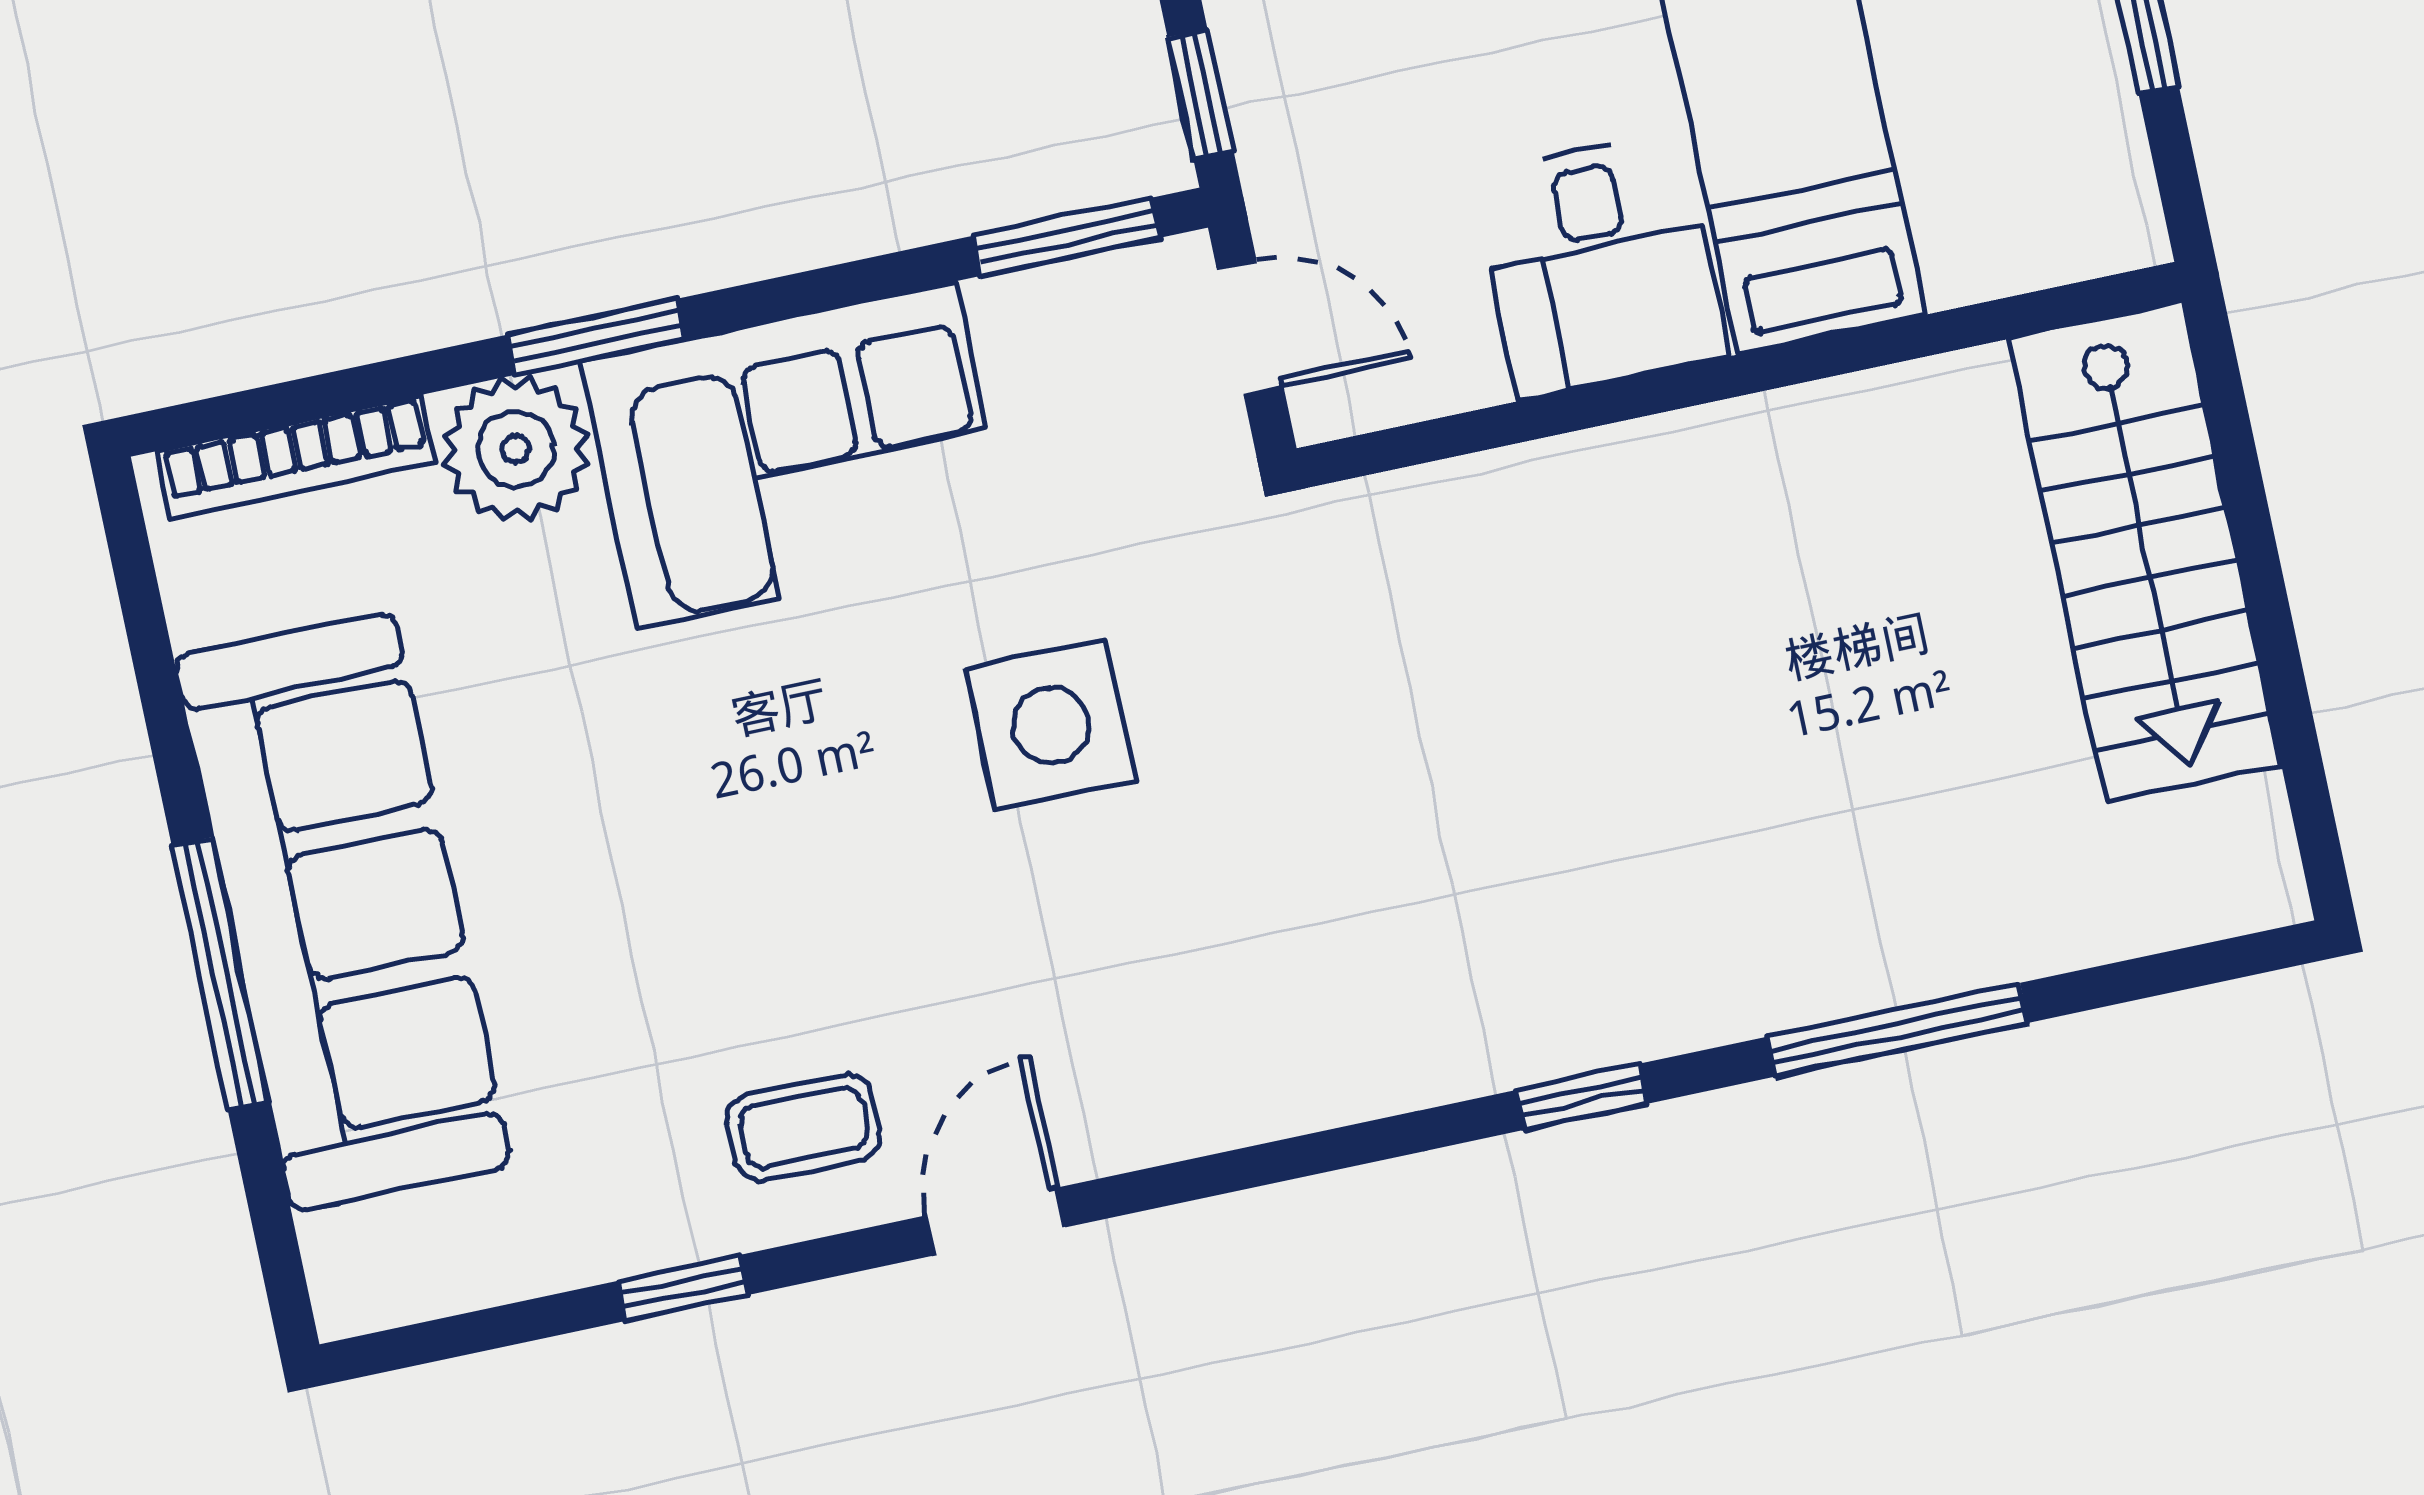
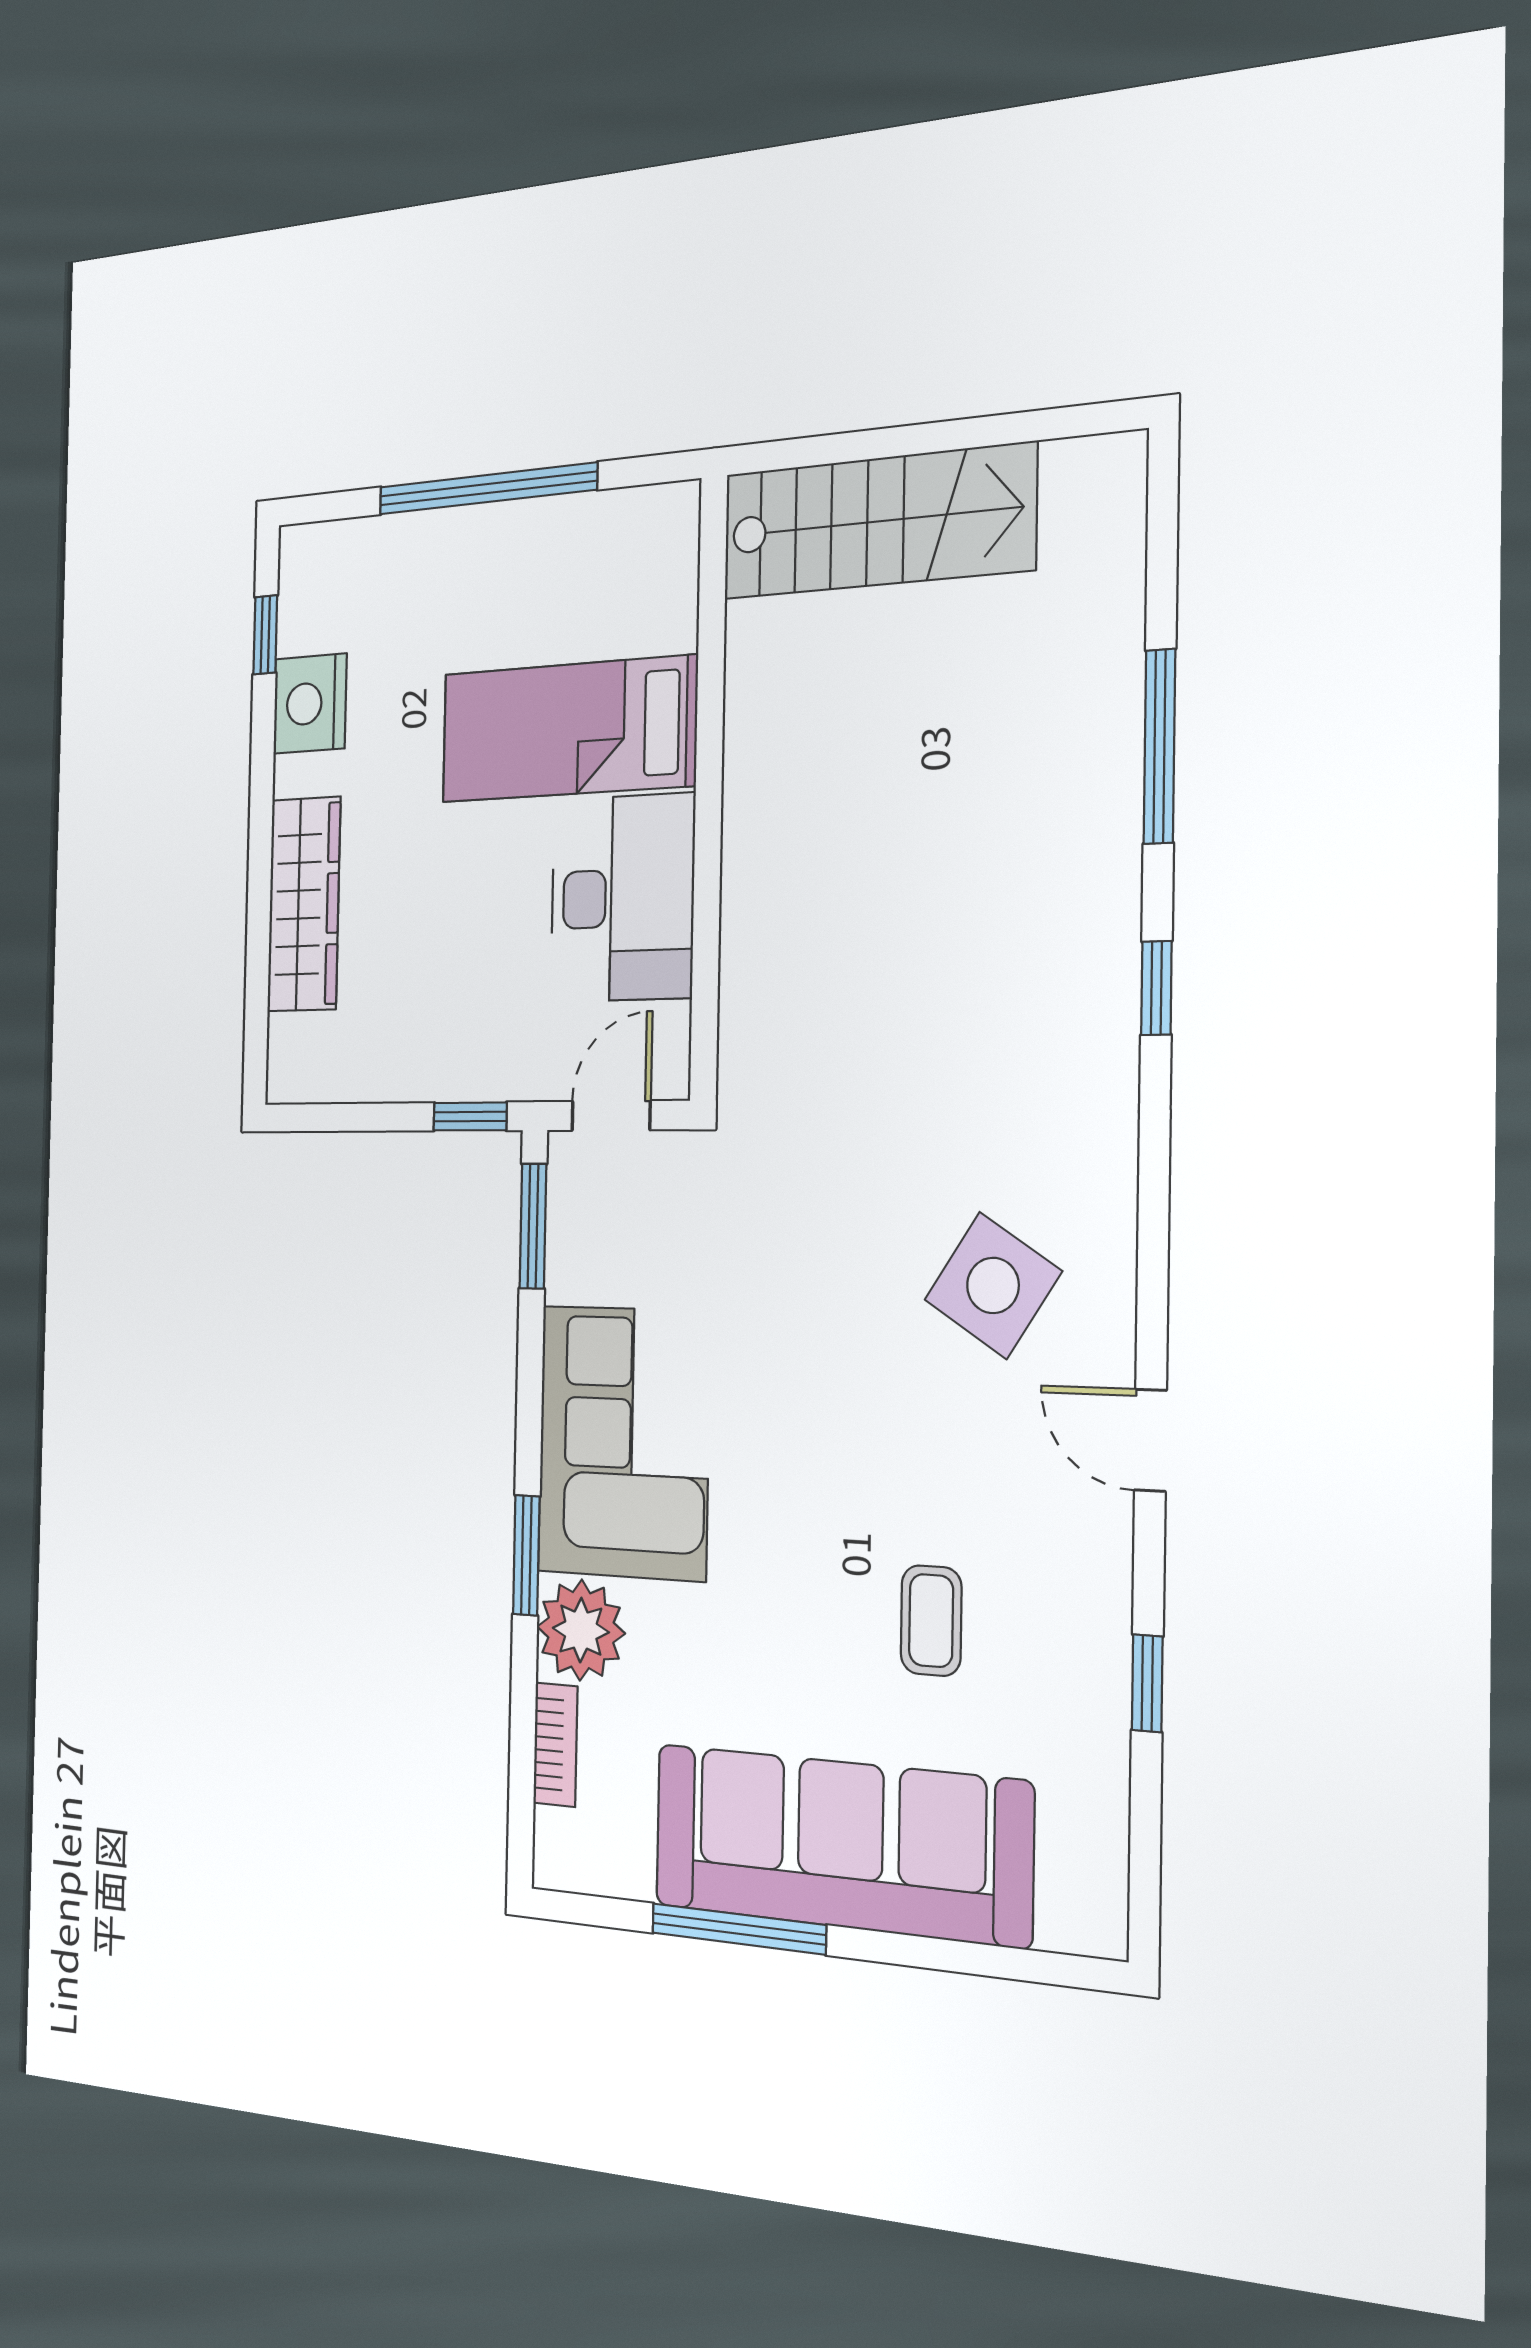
desk: (1601, 265) -> (622, 898), width x1.37
bookcase: (296, 457) -> (555, 1745), width x0.64
side table: (1051, 725) -> (993, 1285), moved, turned 33
window: (220, 974) -> (738, 1929), moved
coffee table: (804, 1127) -> (931, 1621), moved

